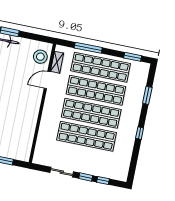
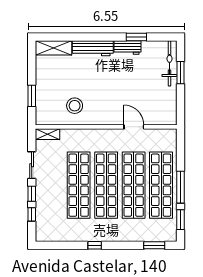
window: (88, 48) -> (180, 187), moved
stool: (40, 57) -> (75, 106), moved
shelving: (57, 62) -> (47, 134), moved
window: (147, 95) -> (154, 245), moved

